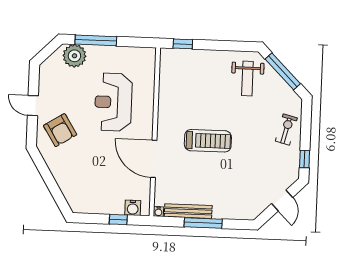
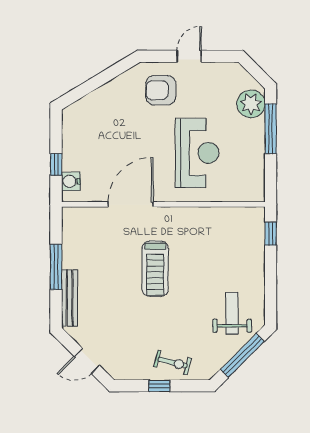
weight bench: (247, 79) -> (232, 313), turned 90
reception desk: (113, 102) -> (197, 153), turned 90
armchair: (60, 130) -> (161, 90), turned 32
window: (305, 159) -> (159, 386), moved
bench: (188, 211) -> (70, 298), moved
water cooler: (158, 212) -> (68, 212), removed

